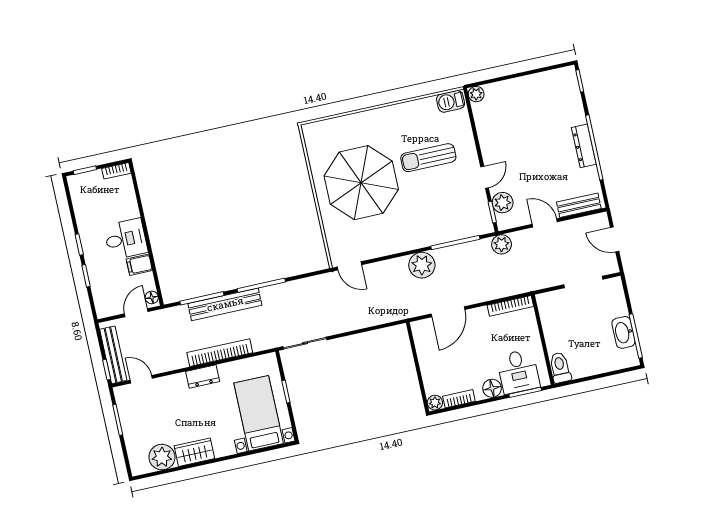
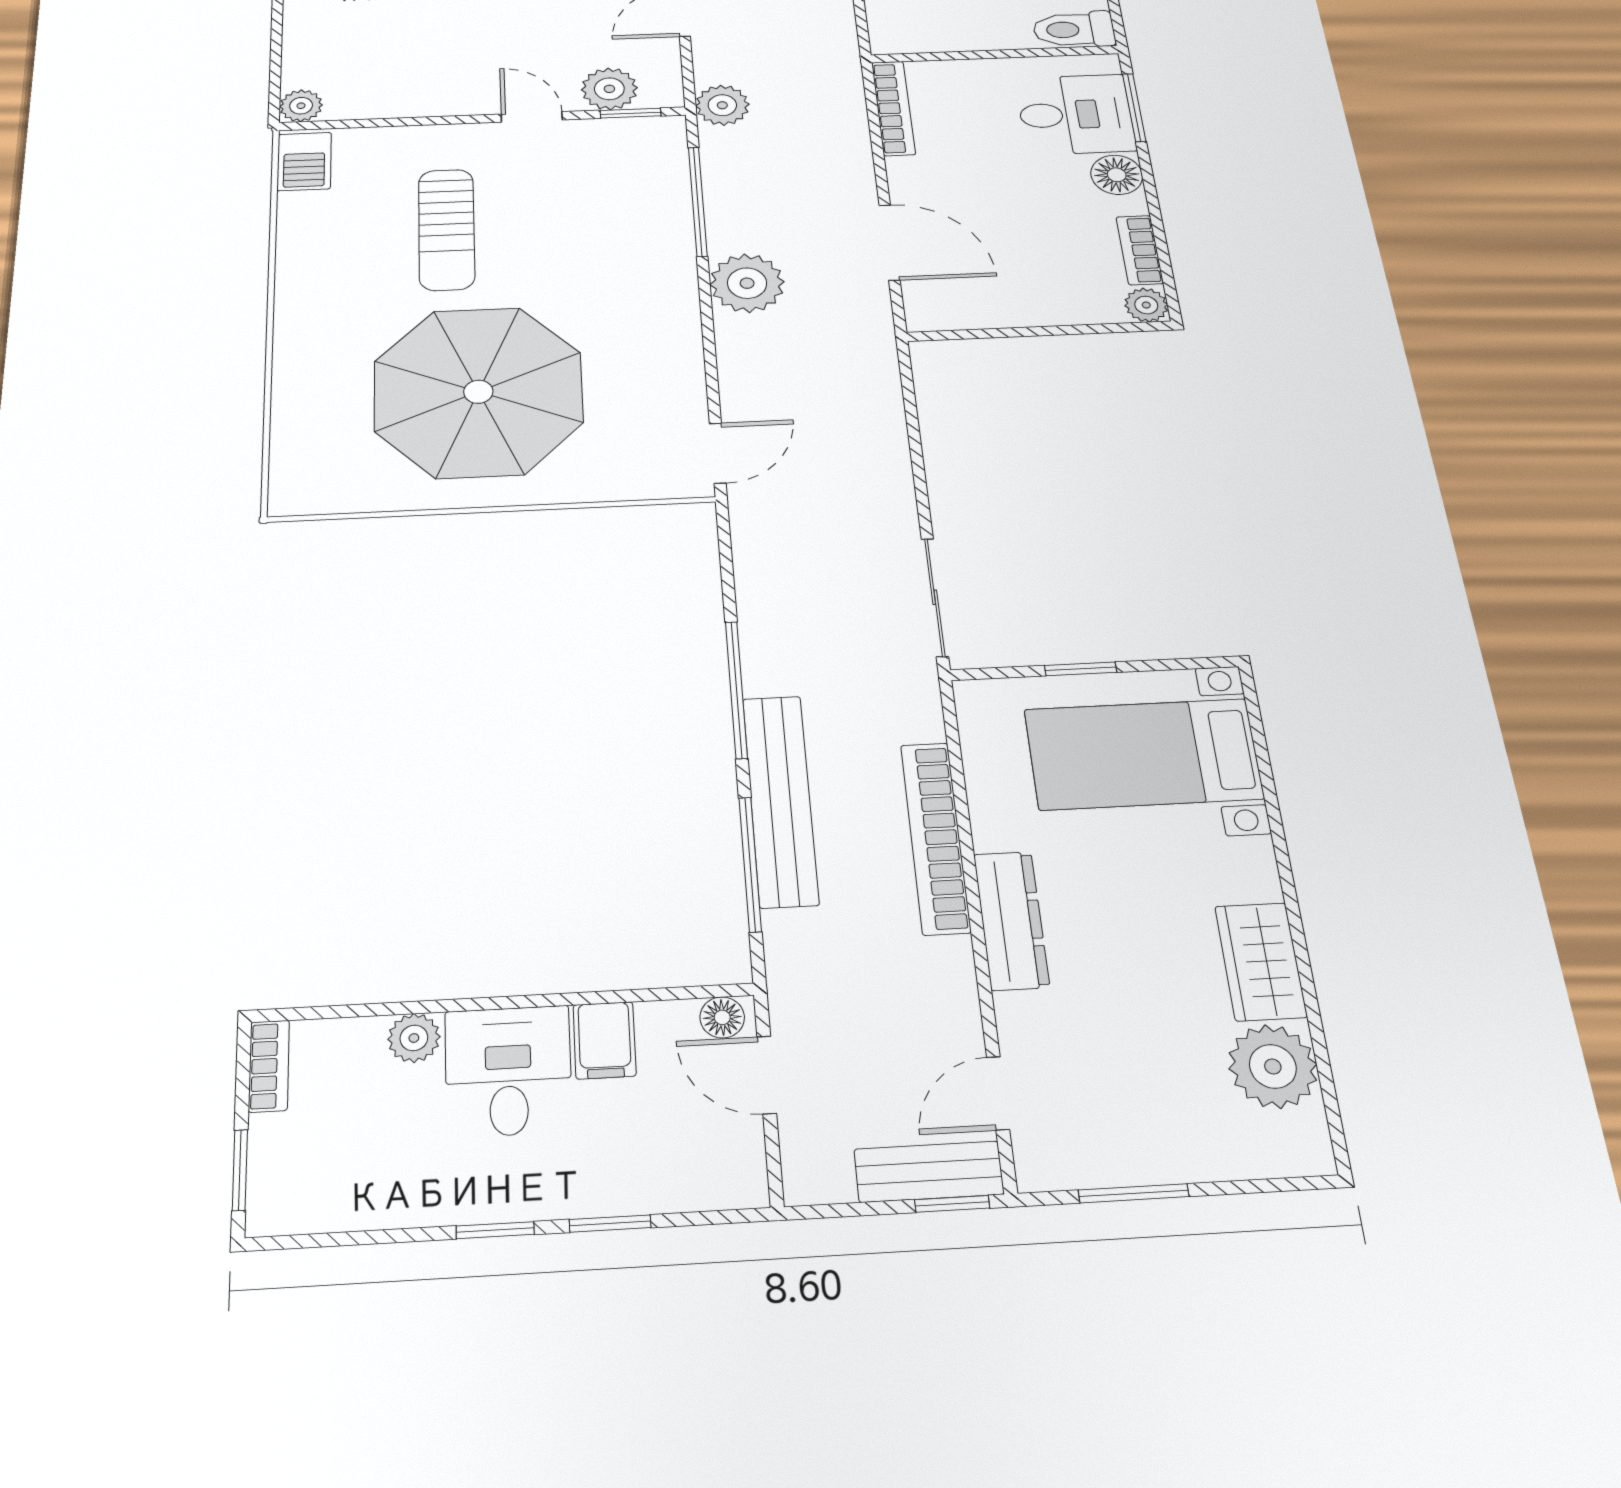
plant: (131, 210) -> (414, 1038), added
bench: (113, 355) -> (929, 1172), width x0.73
dresser: (203, 376) -> (1011, 920), width x1.44

